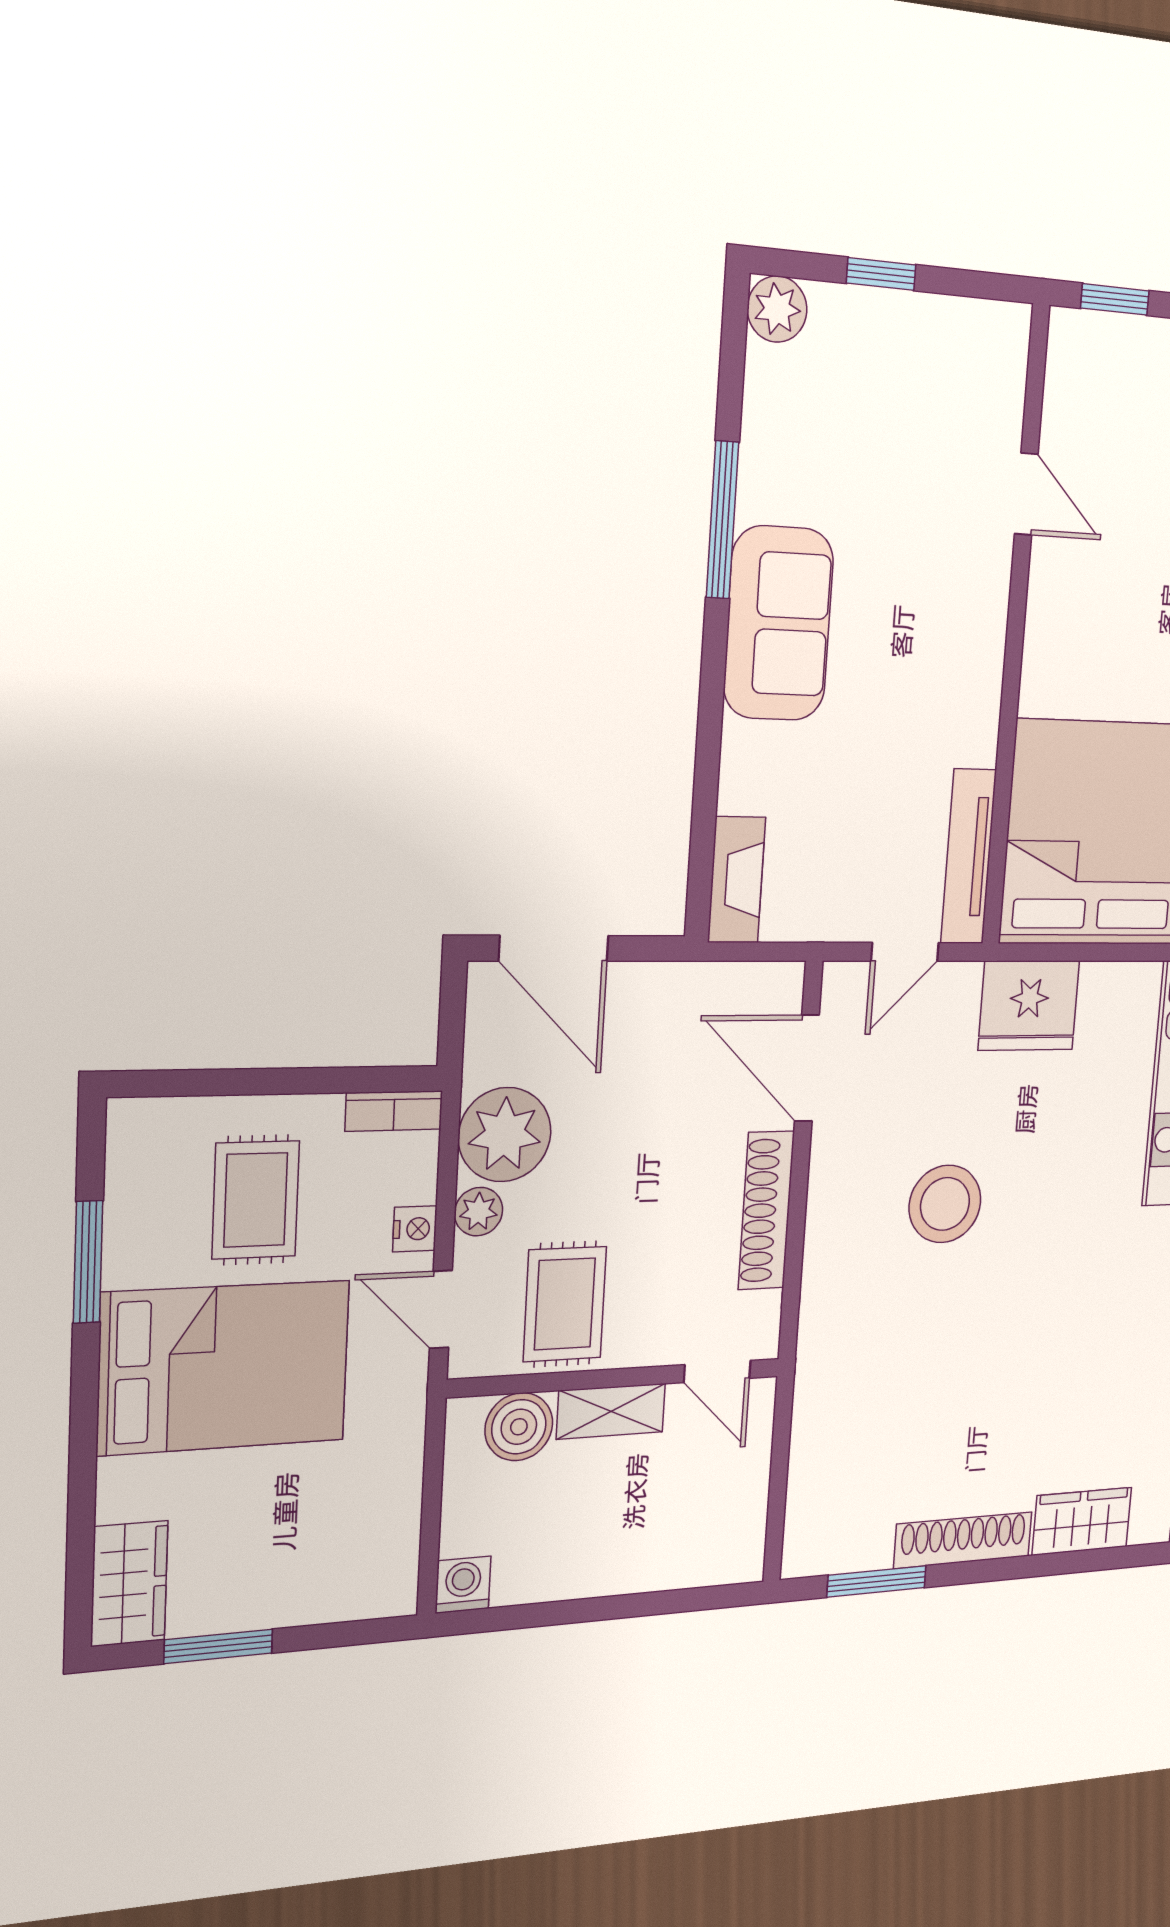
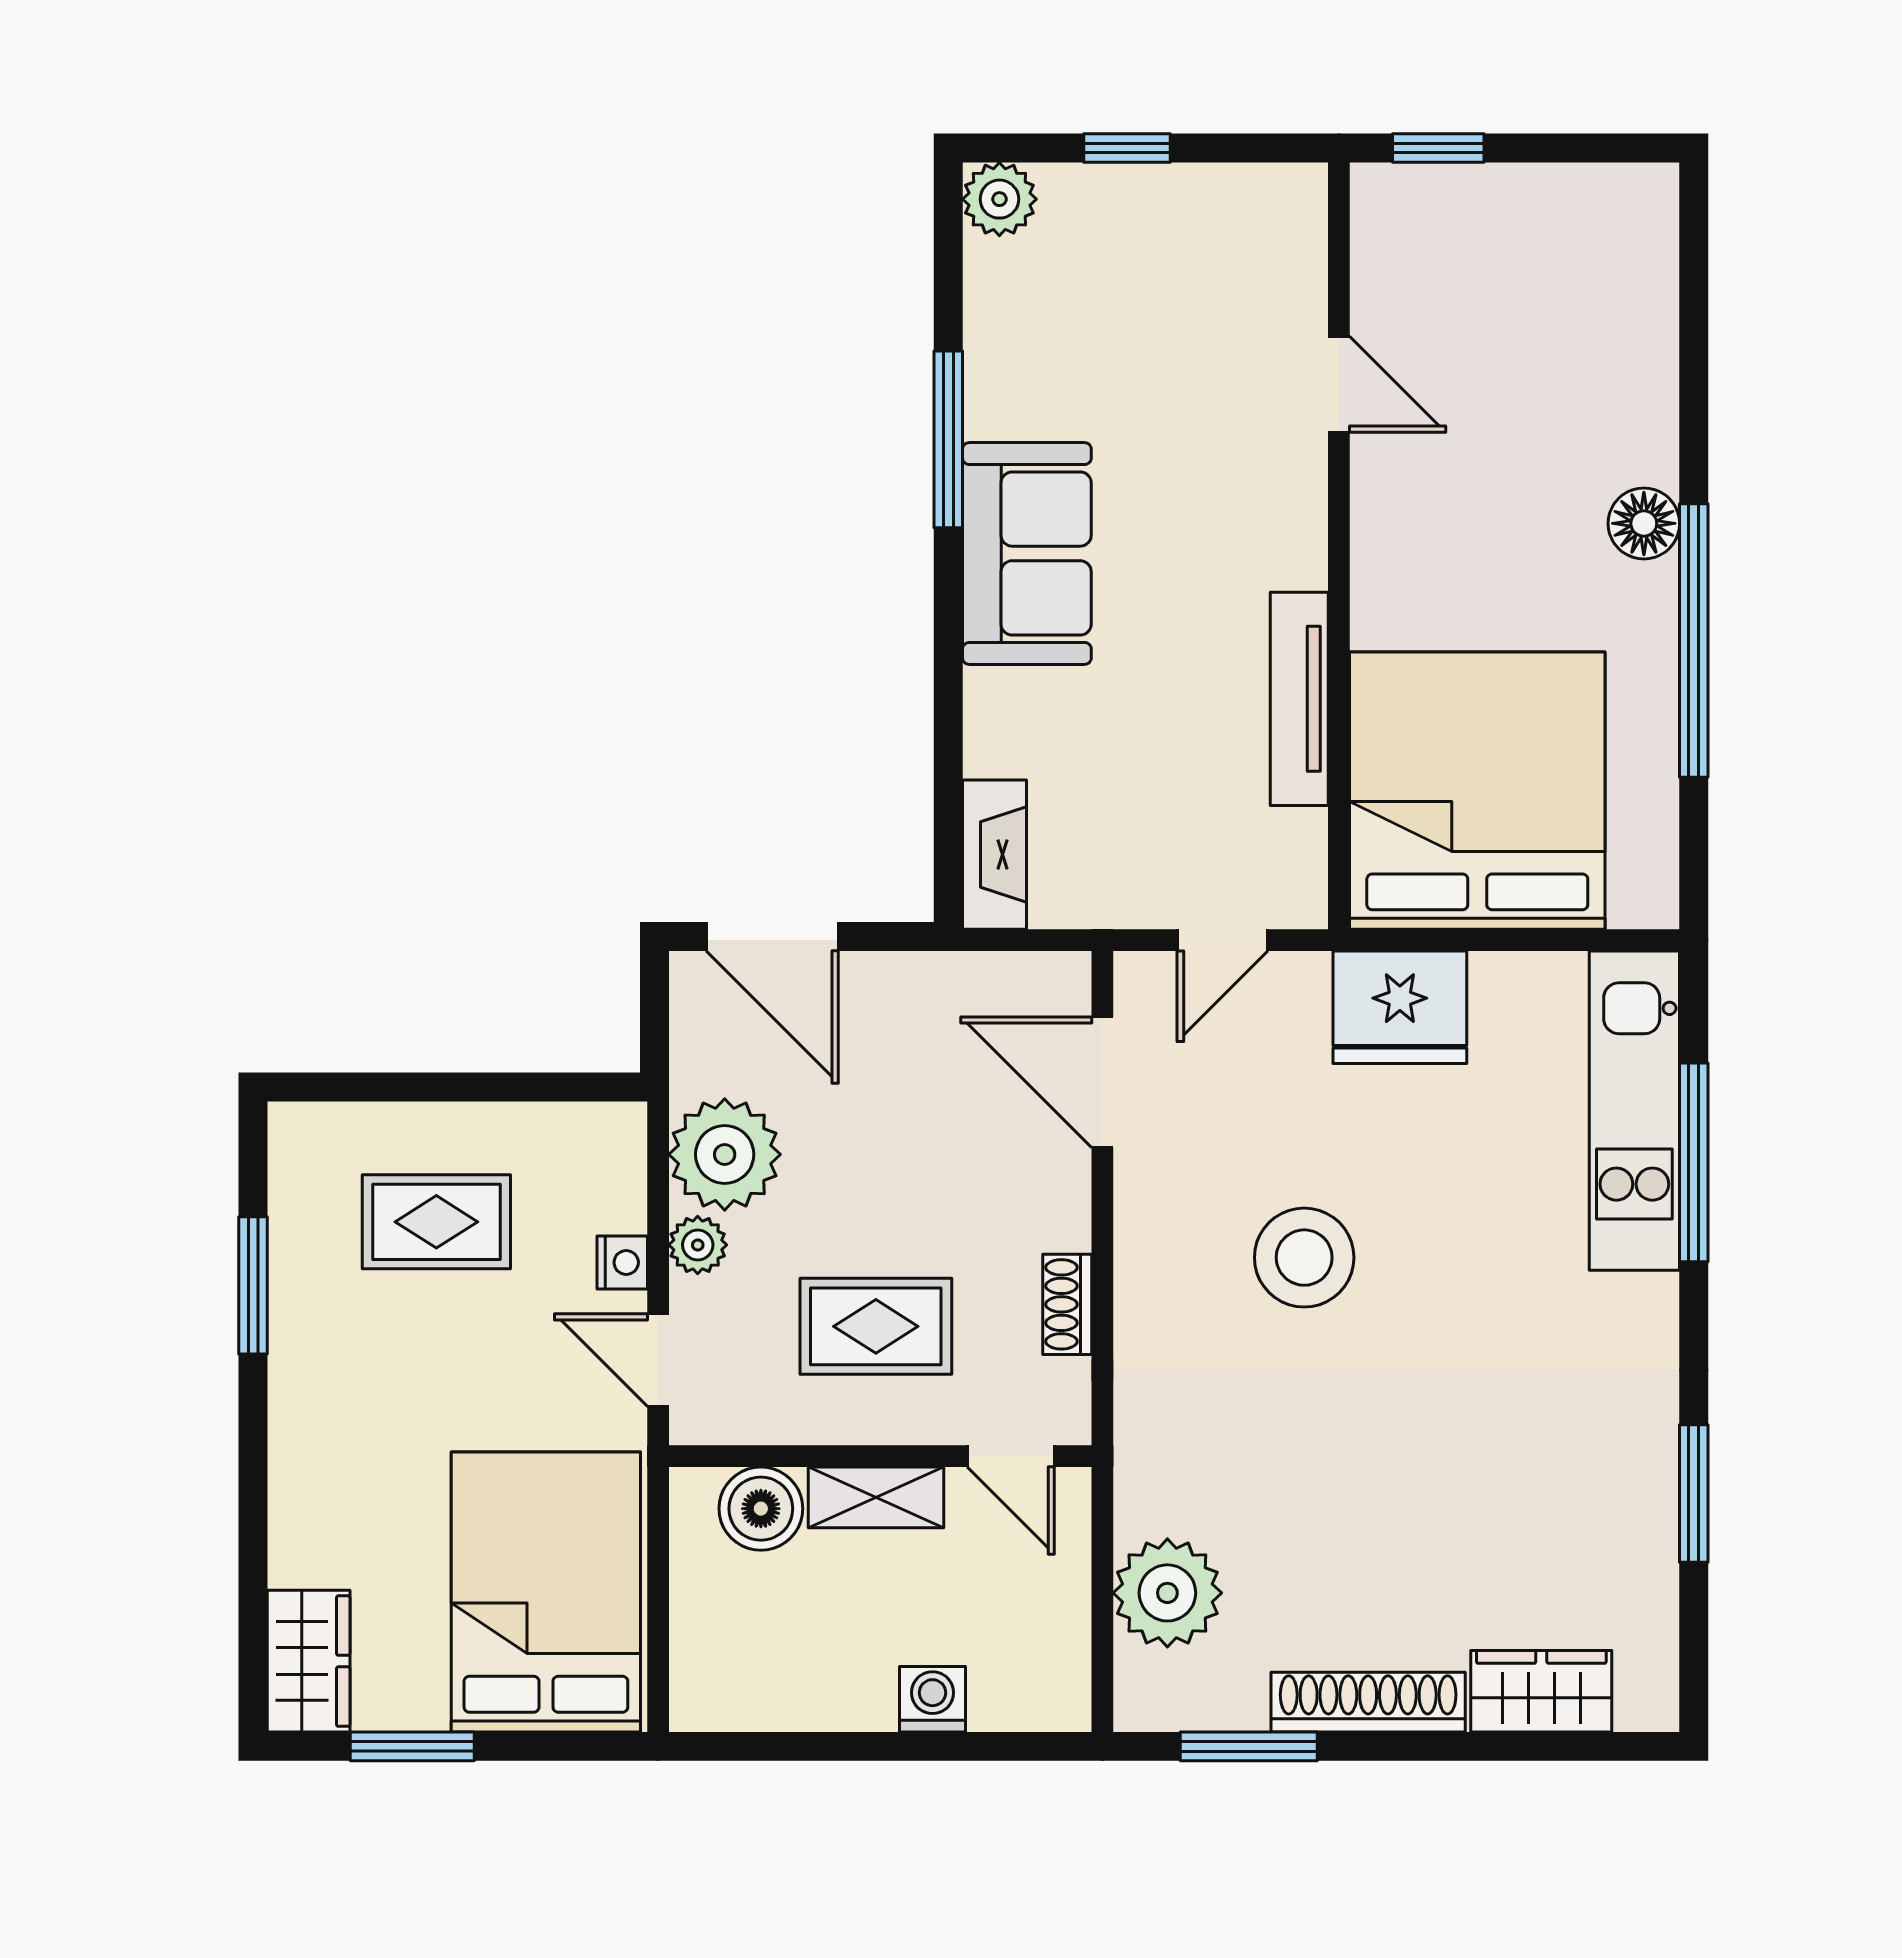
tv unit: (969, 857) -> (1299, 699), moved
bookcase: (394, 1111) -> (591, 1124), removed
rug: (256, 1200) -> (436, 1222), turned 90
shoe rack: (766, 1210) -> (1067, 1304), width x0.51, depth x0.81
rug: (565, 1304) -> (876, 1326), moved, turned 90
bed: (224, 1367) -> (546, 1592), moved, turned -90
plant: (827, 1470) -> (1167, 1593), added
washing machine: (463, 1585) -> (932, 1699), moved

